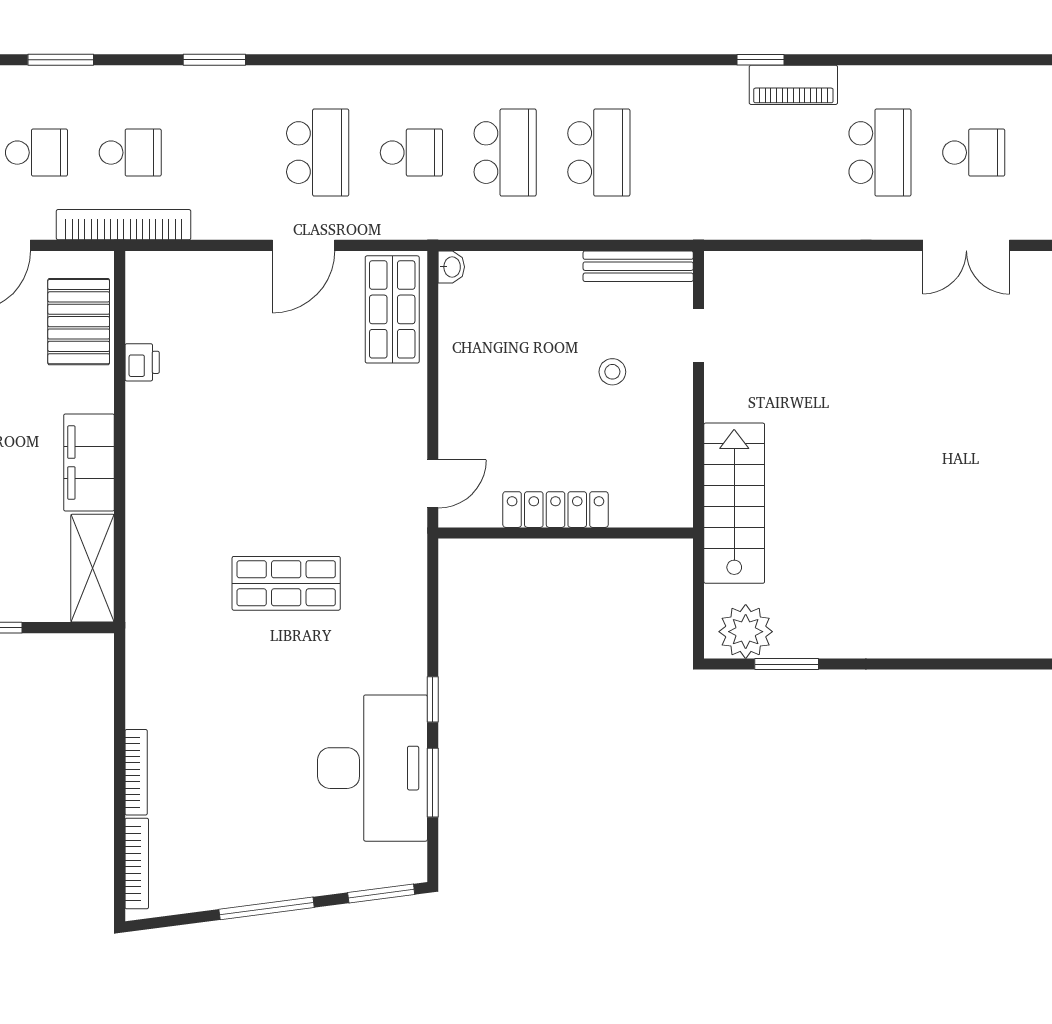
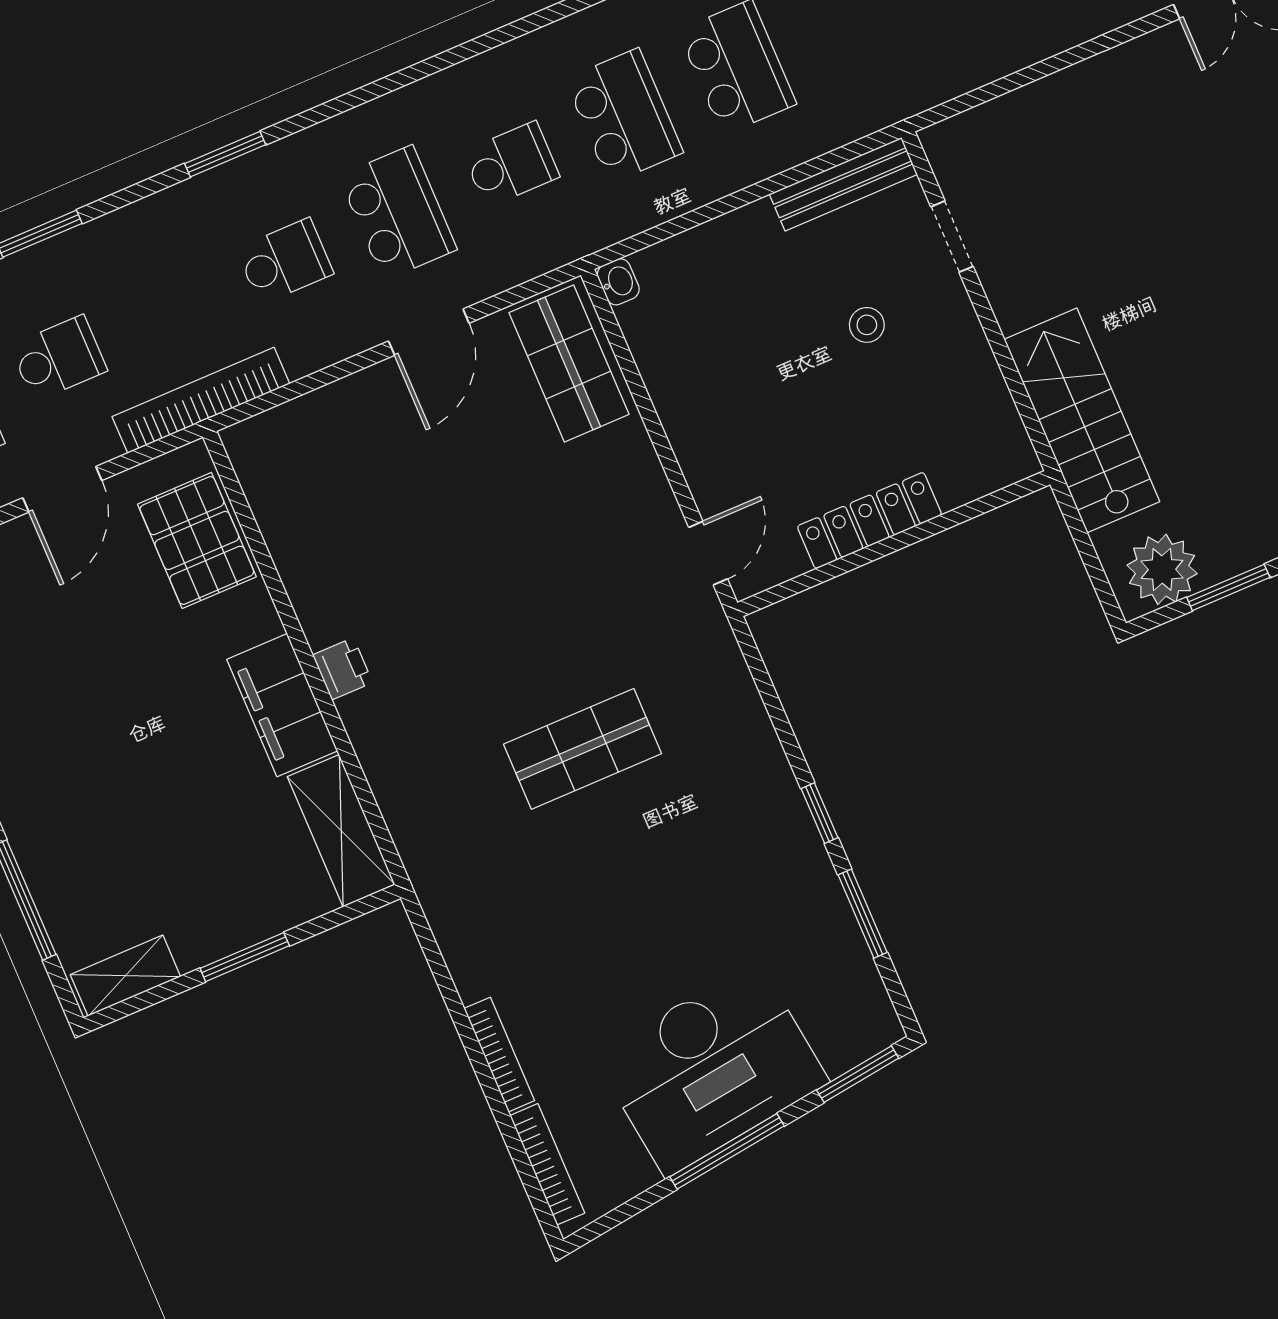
school desk: (130, 153) -> (285, 261), moved
printer: (142, 362) -> (343, 669), moved
desk: (373, 768) -> (711, 1069), moved, turned 83

